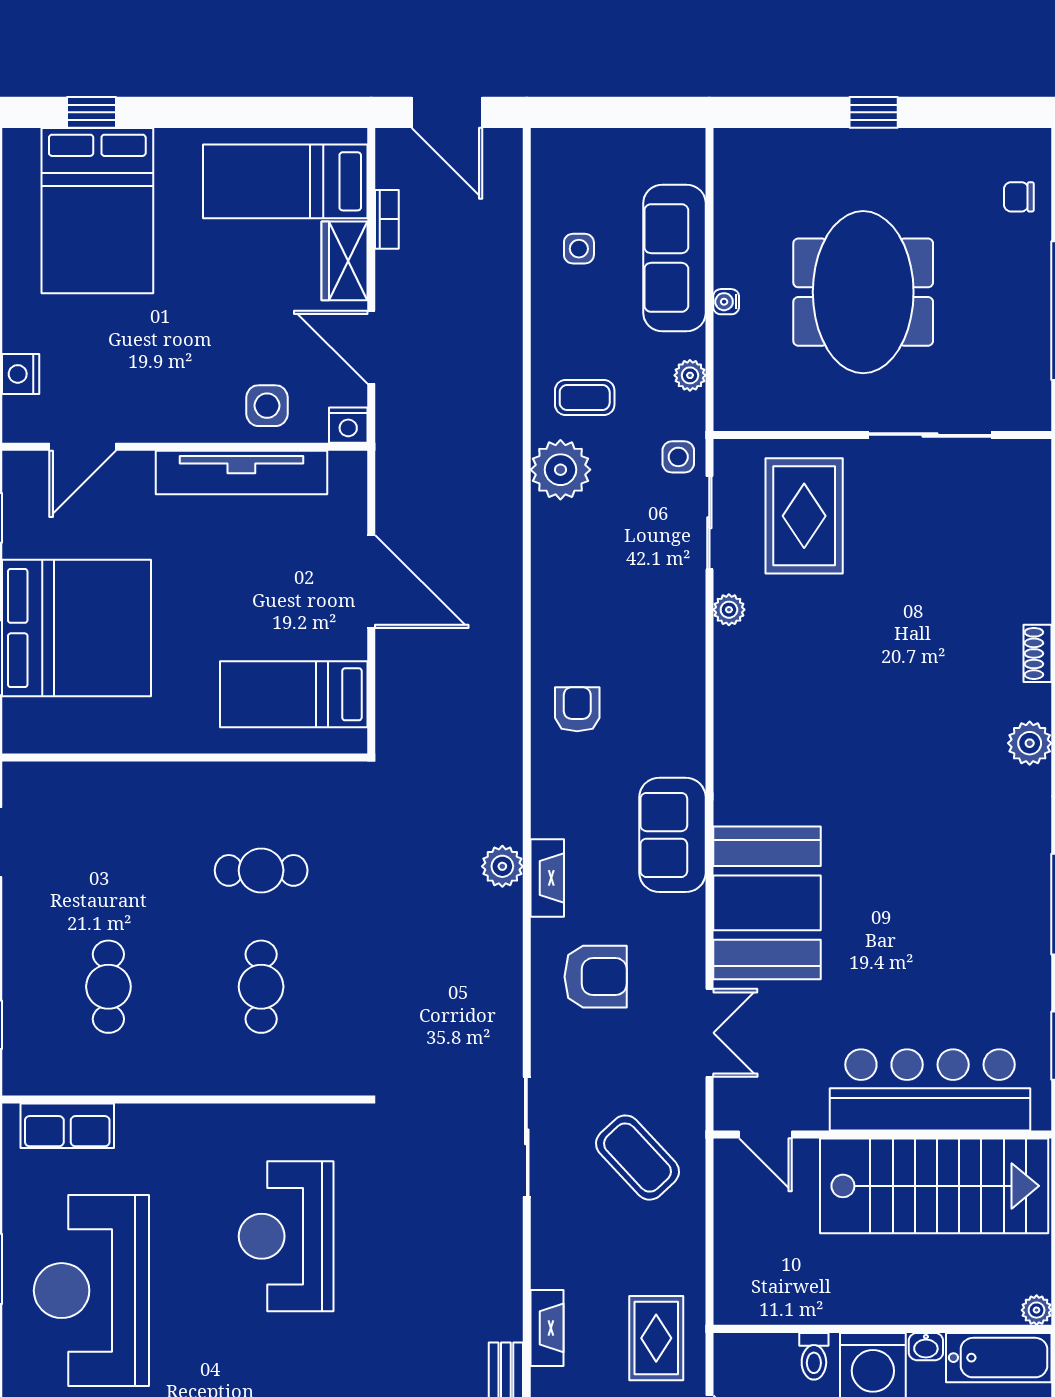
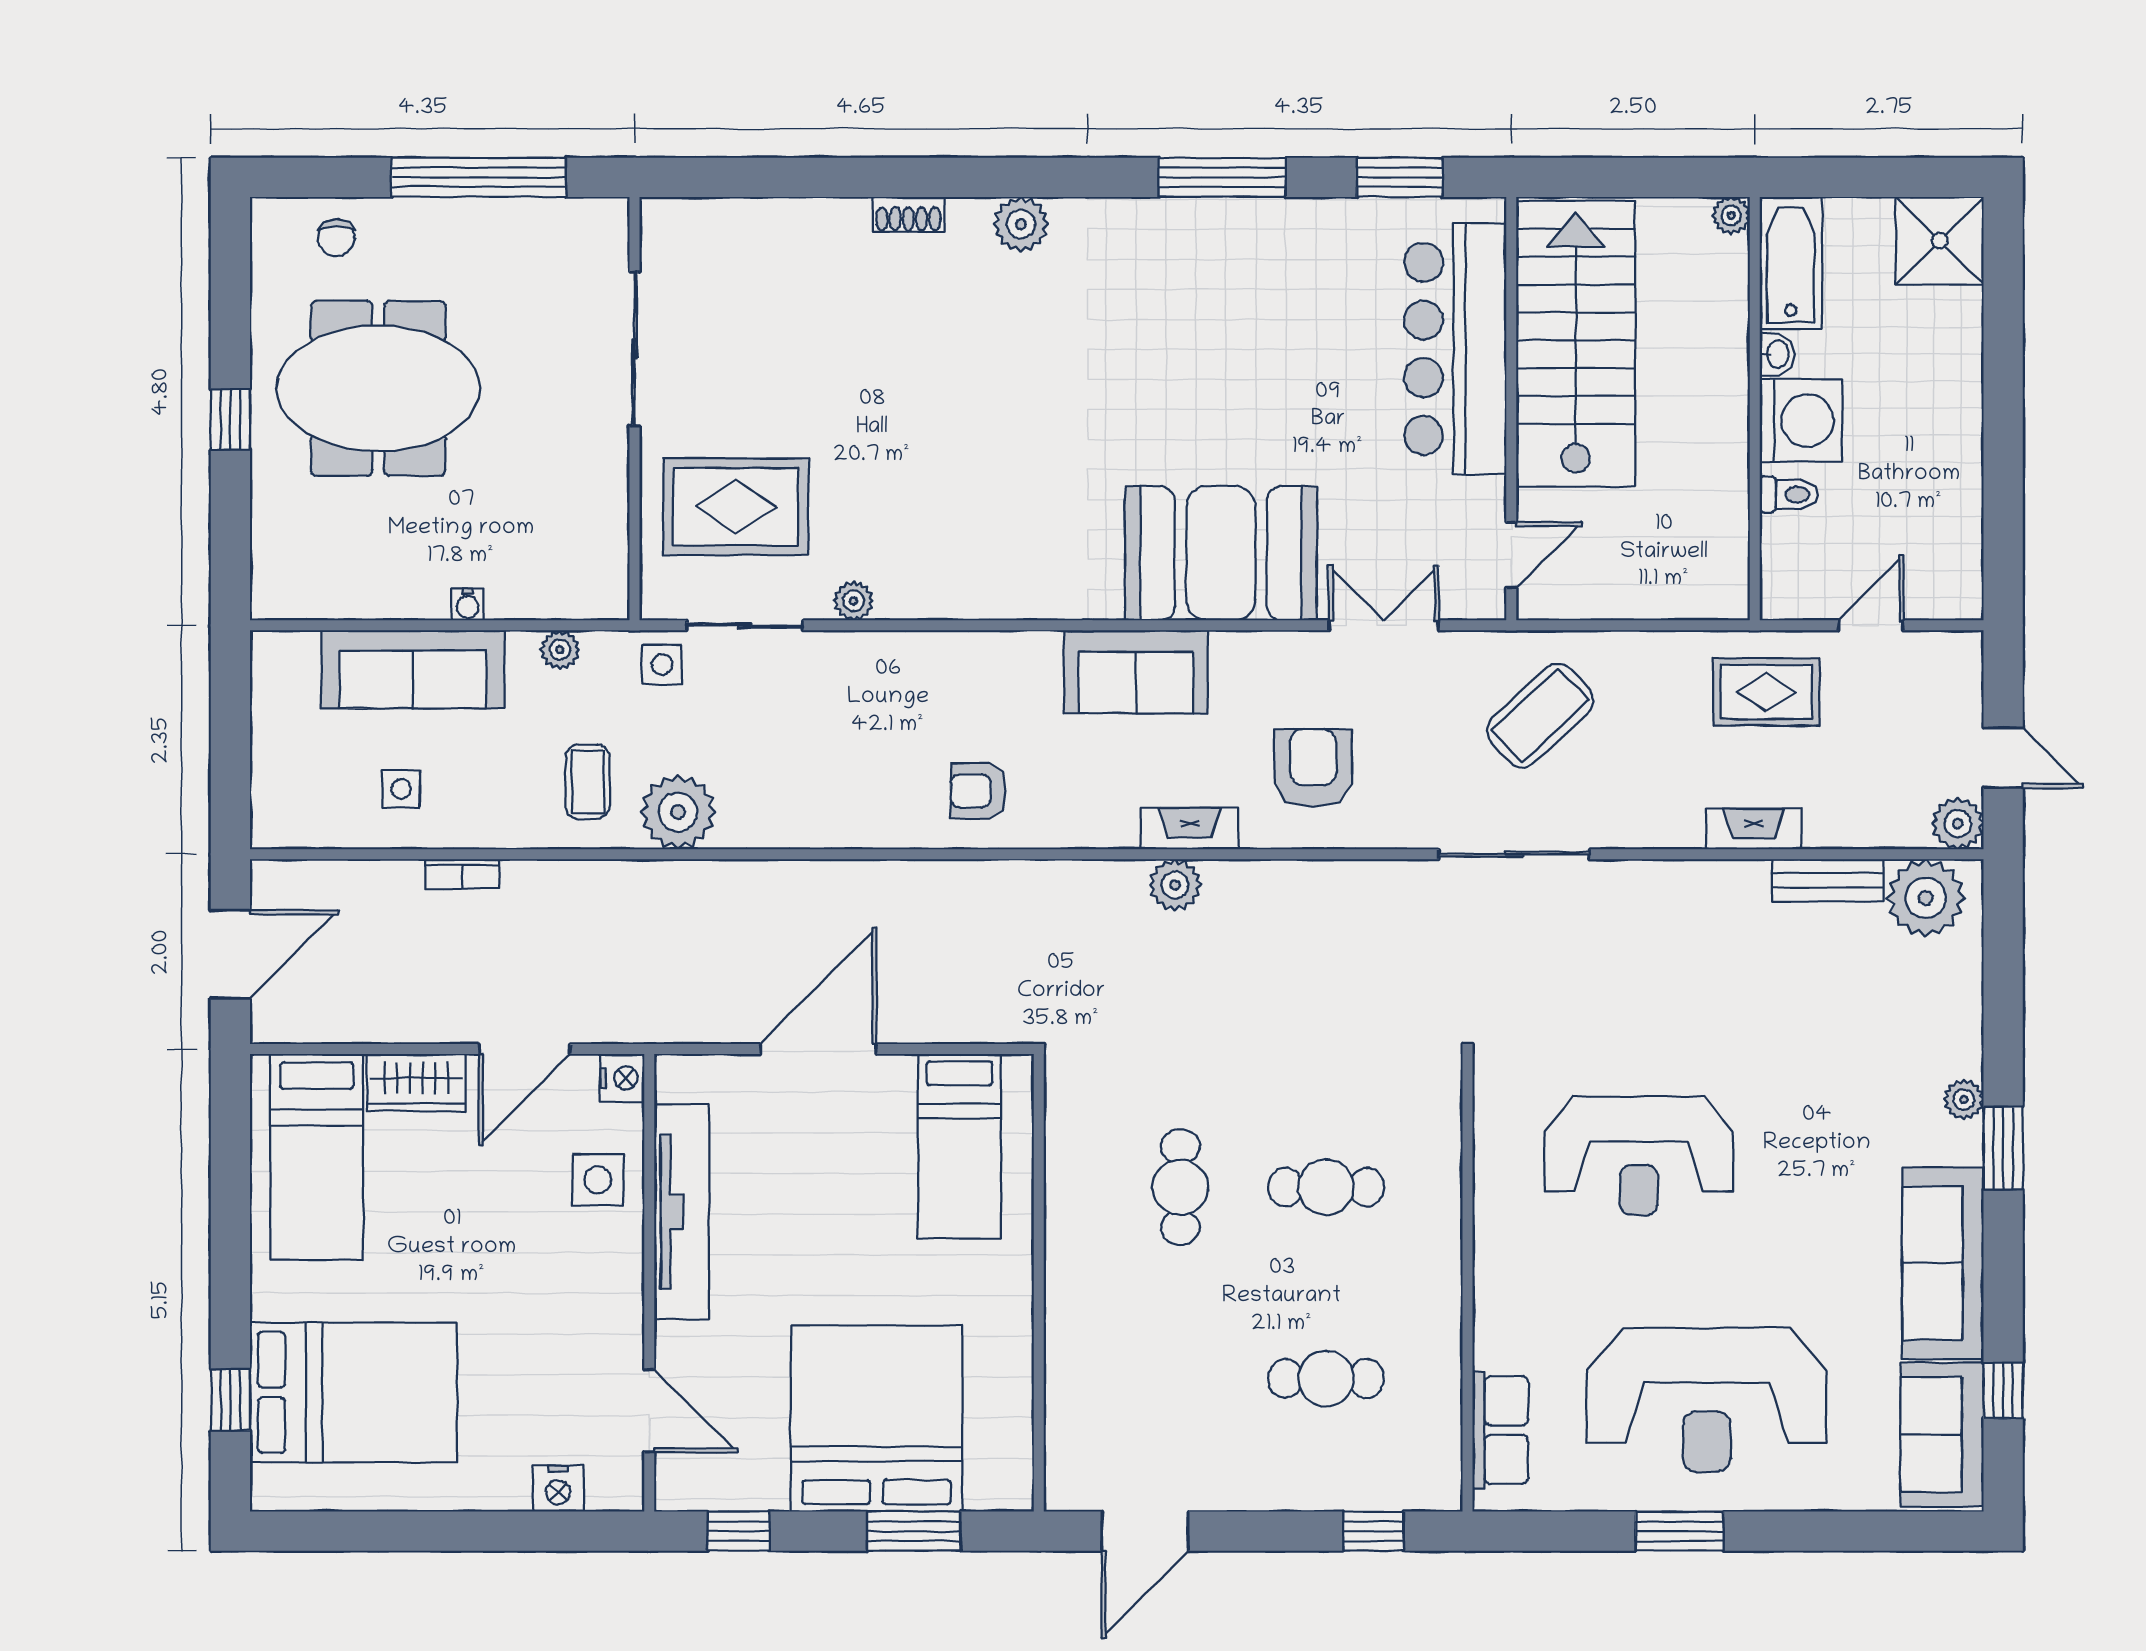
bookcase: (387, 219) -> (462, 874), moved, turned 180
meeting table: (863, 292) -> (378, 388), moved

